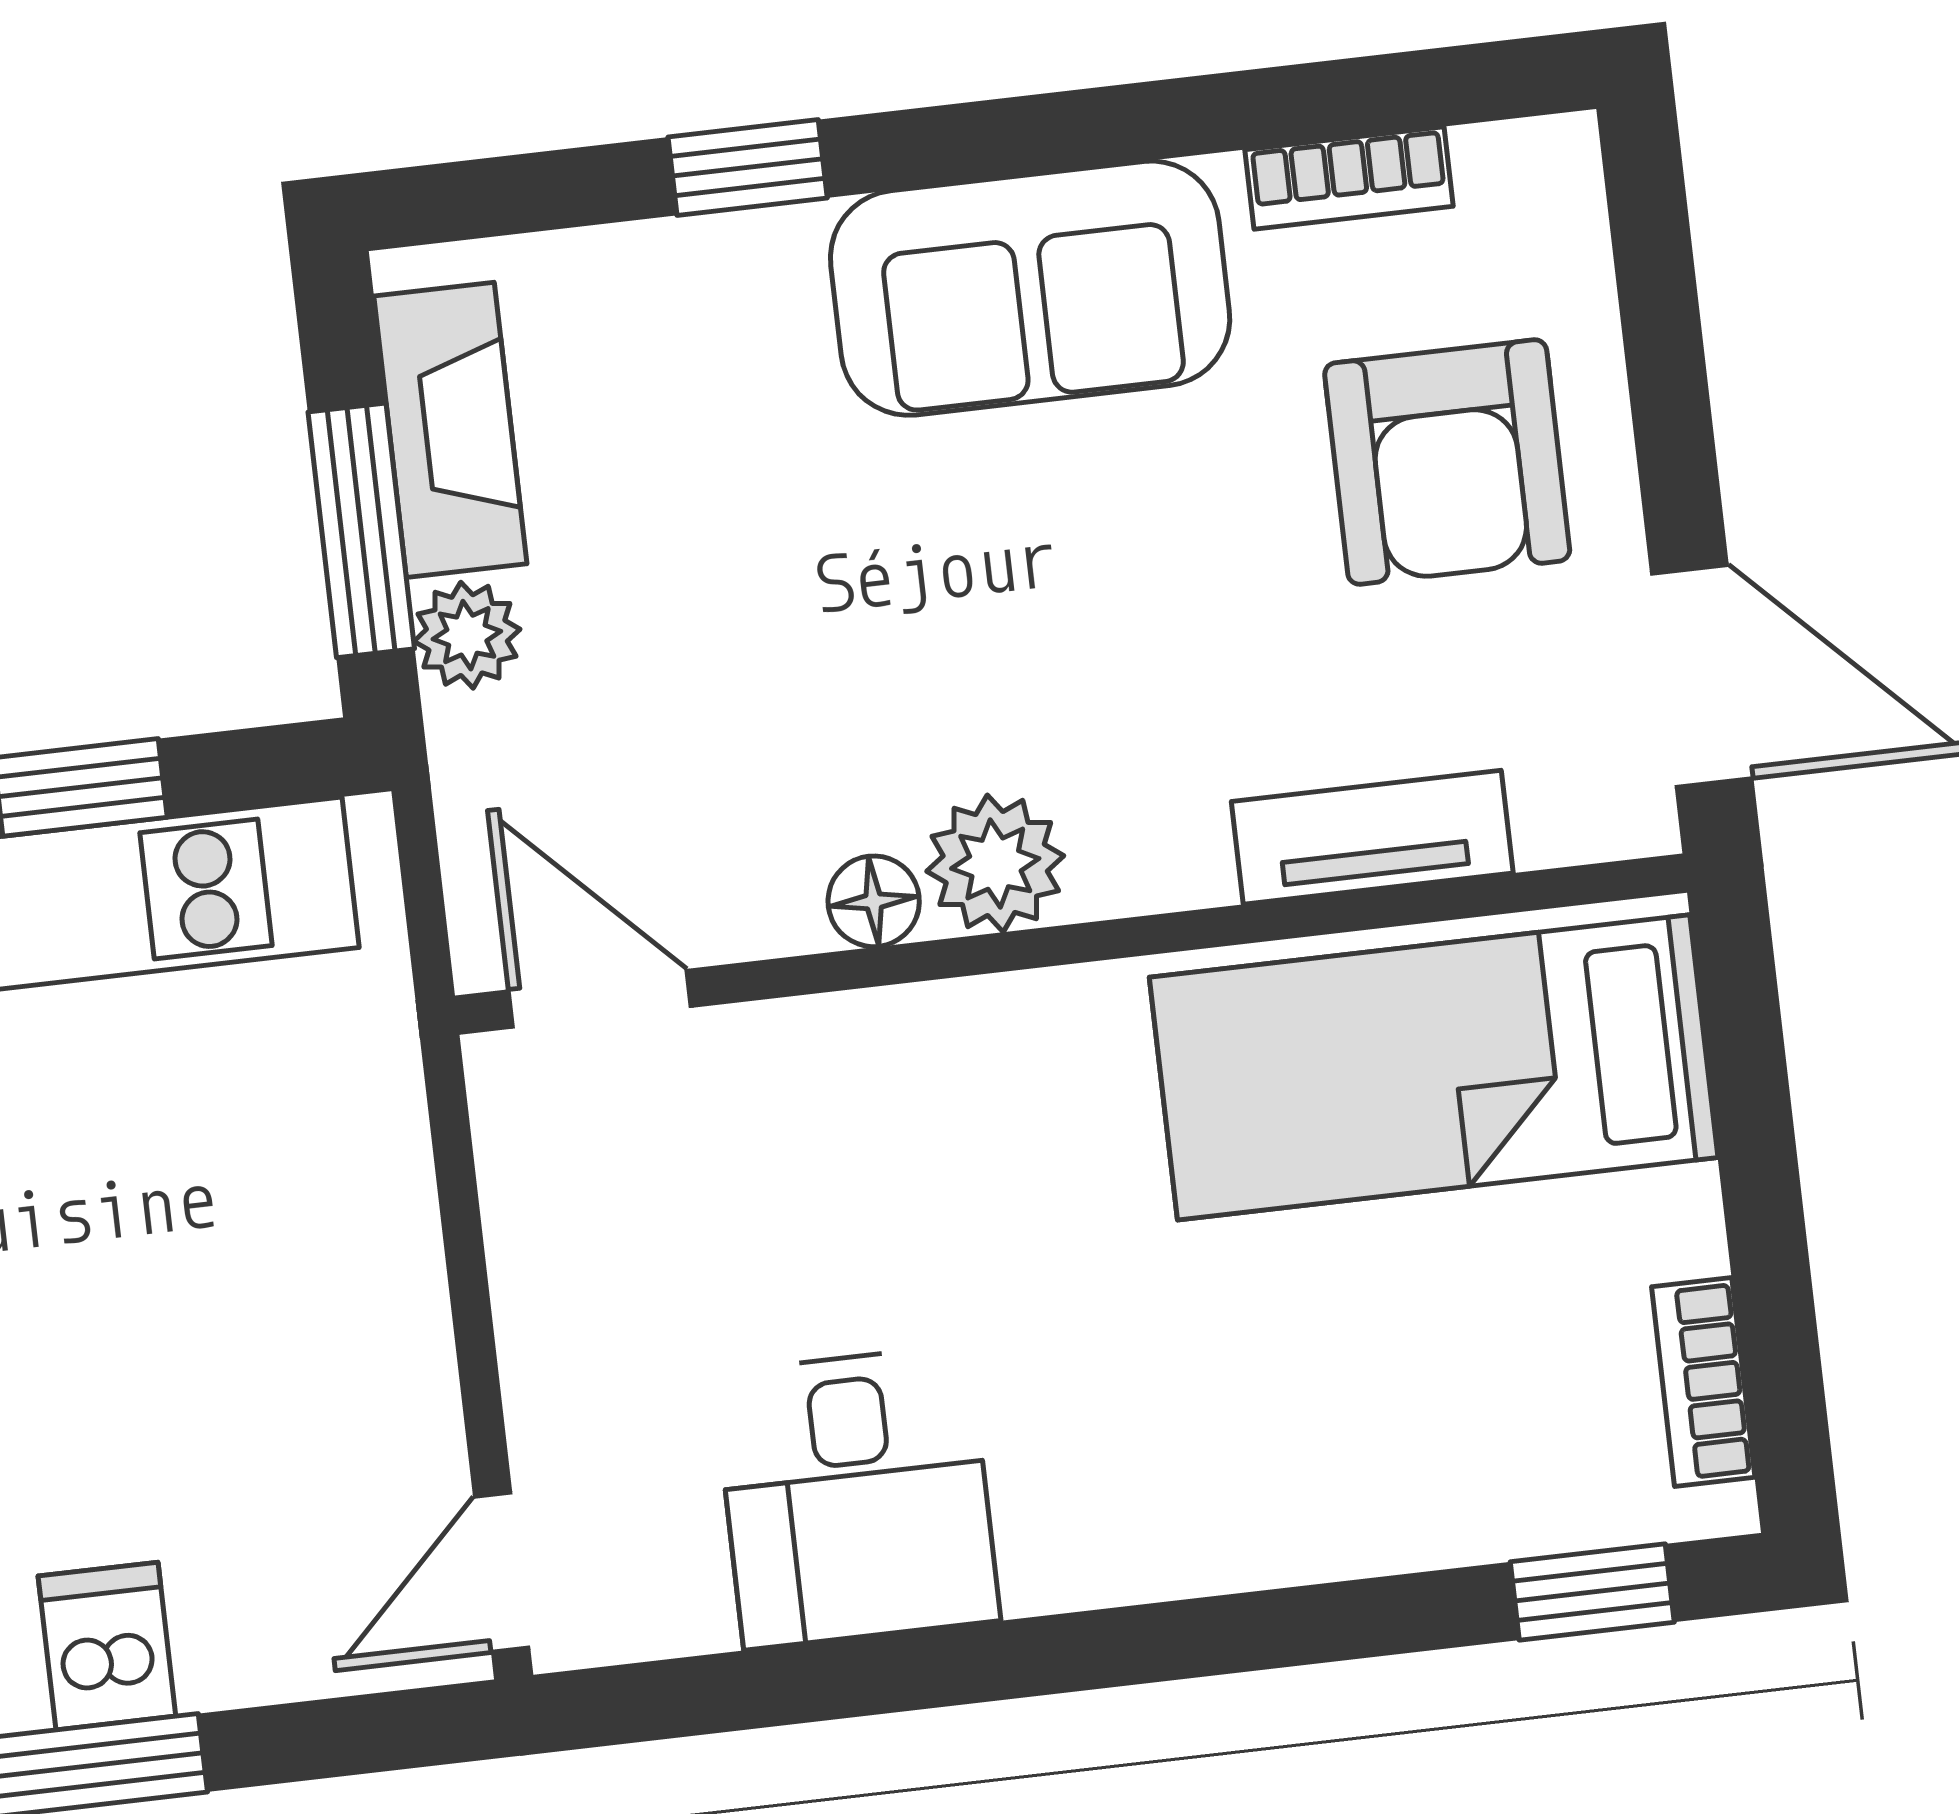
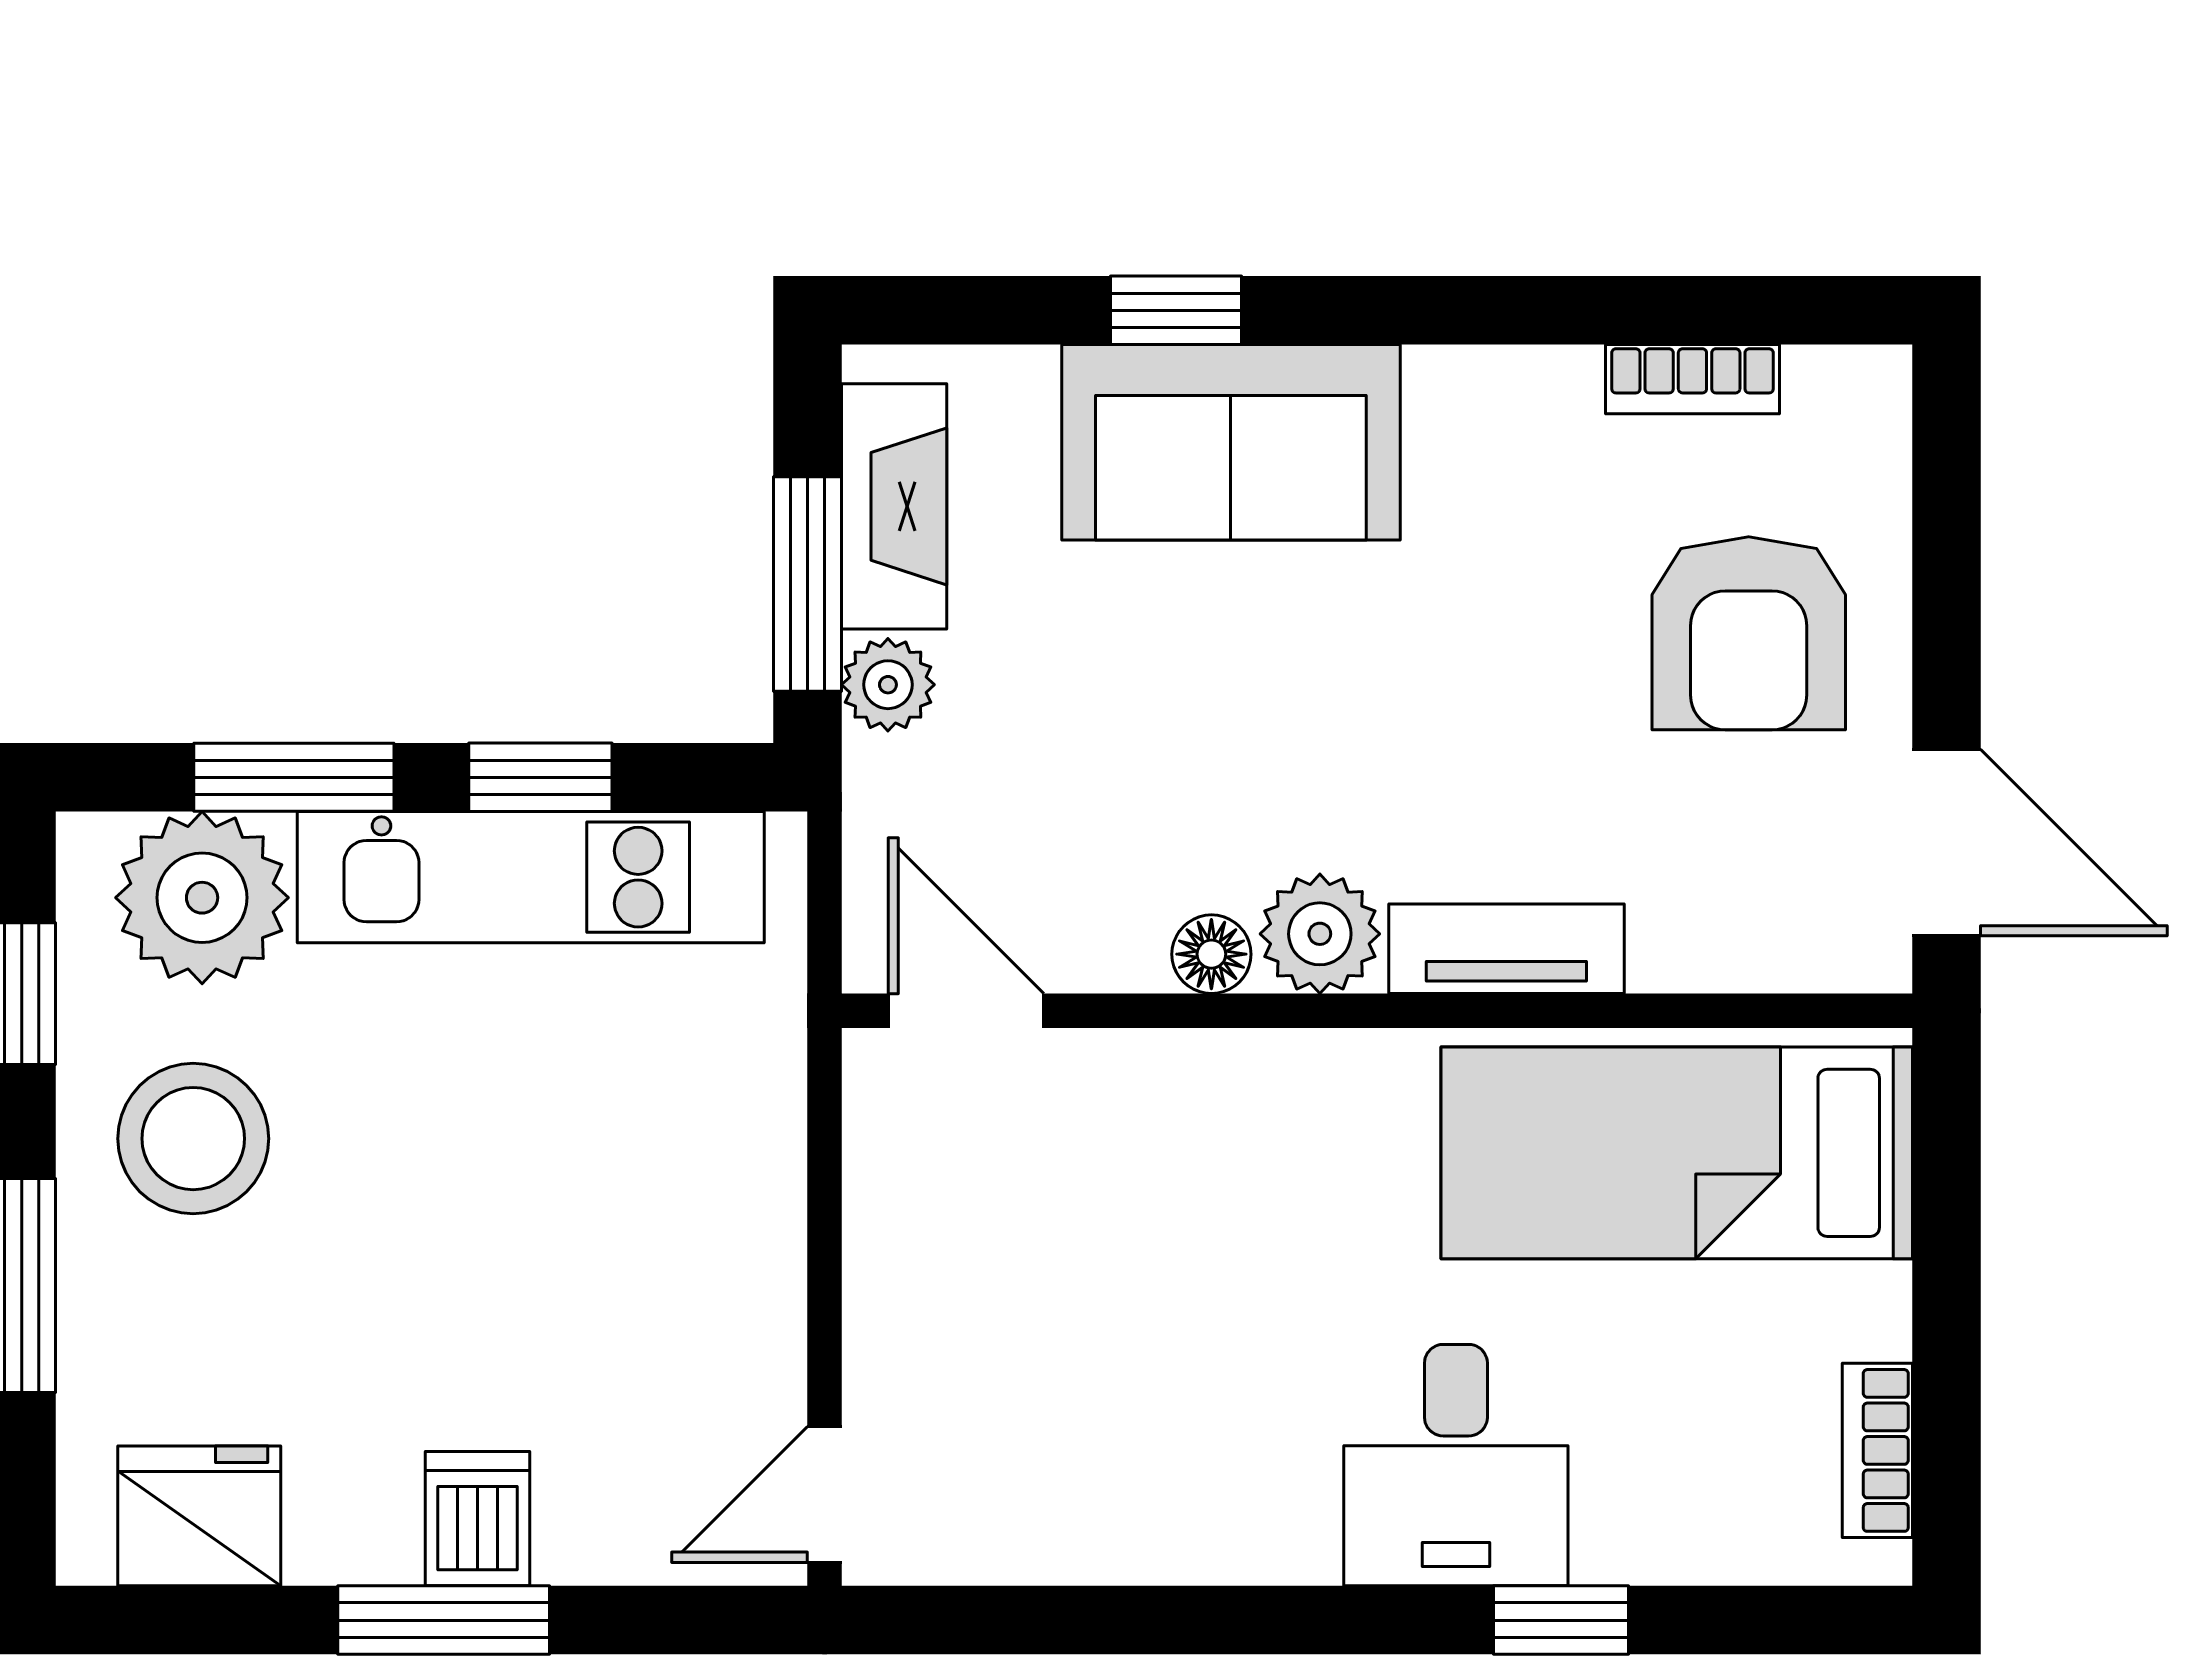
sofa: (1030, 288) -> (1231, 442), moved
tv unit: (1372, 837) -> (1506, 949), moved
desk: (856, 1497) -> (1456, 1465), moved
window: (1592, 1592) -> (1561, 1620), moved

